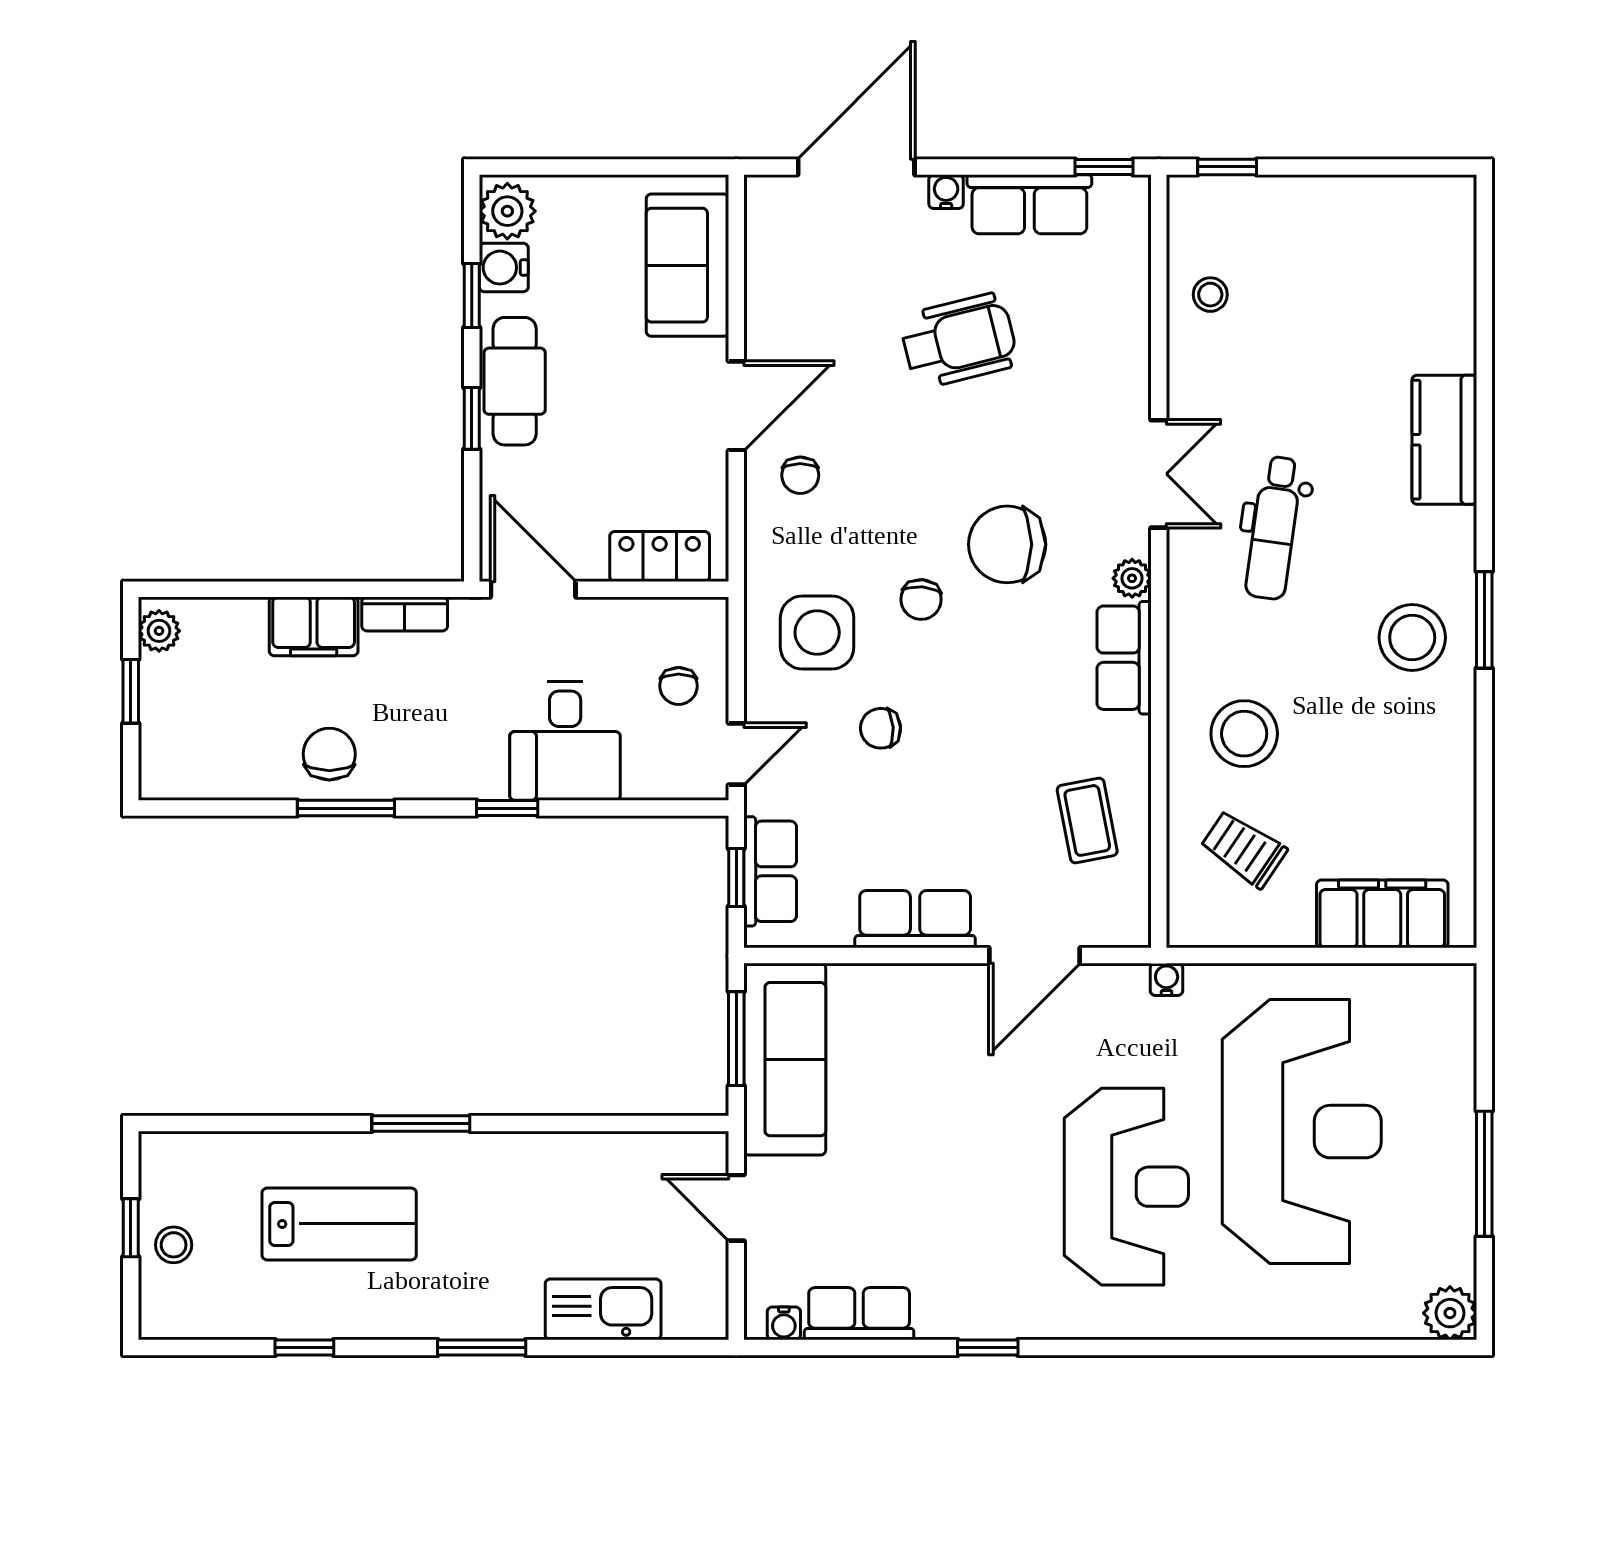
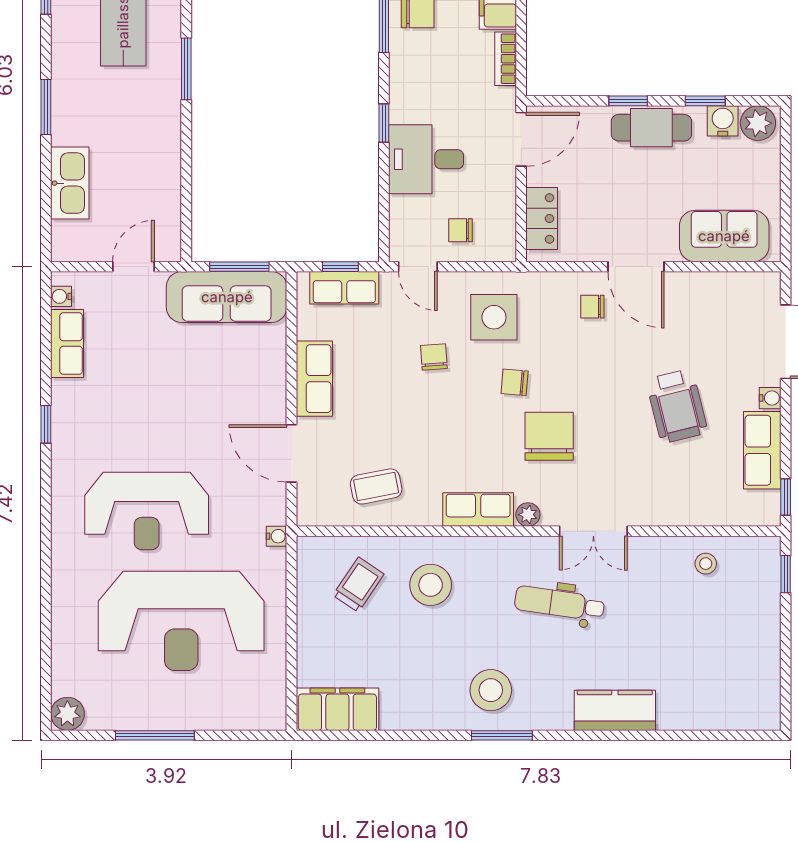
filing cabinet: (1382, 914) -> (337, 709), moved, turned -90

